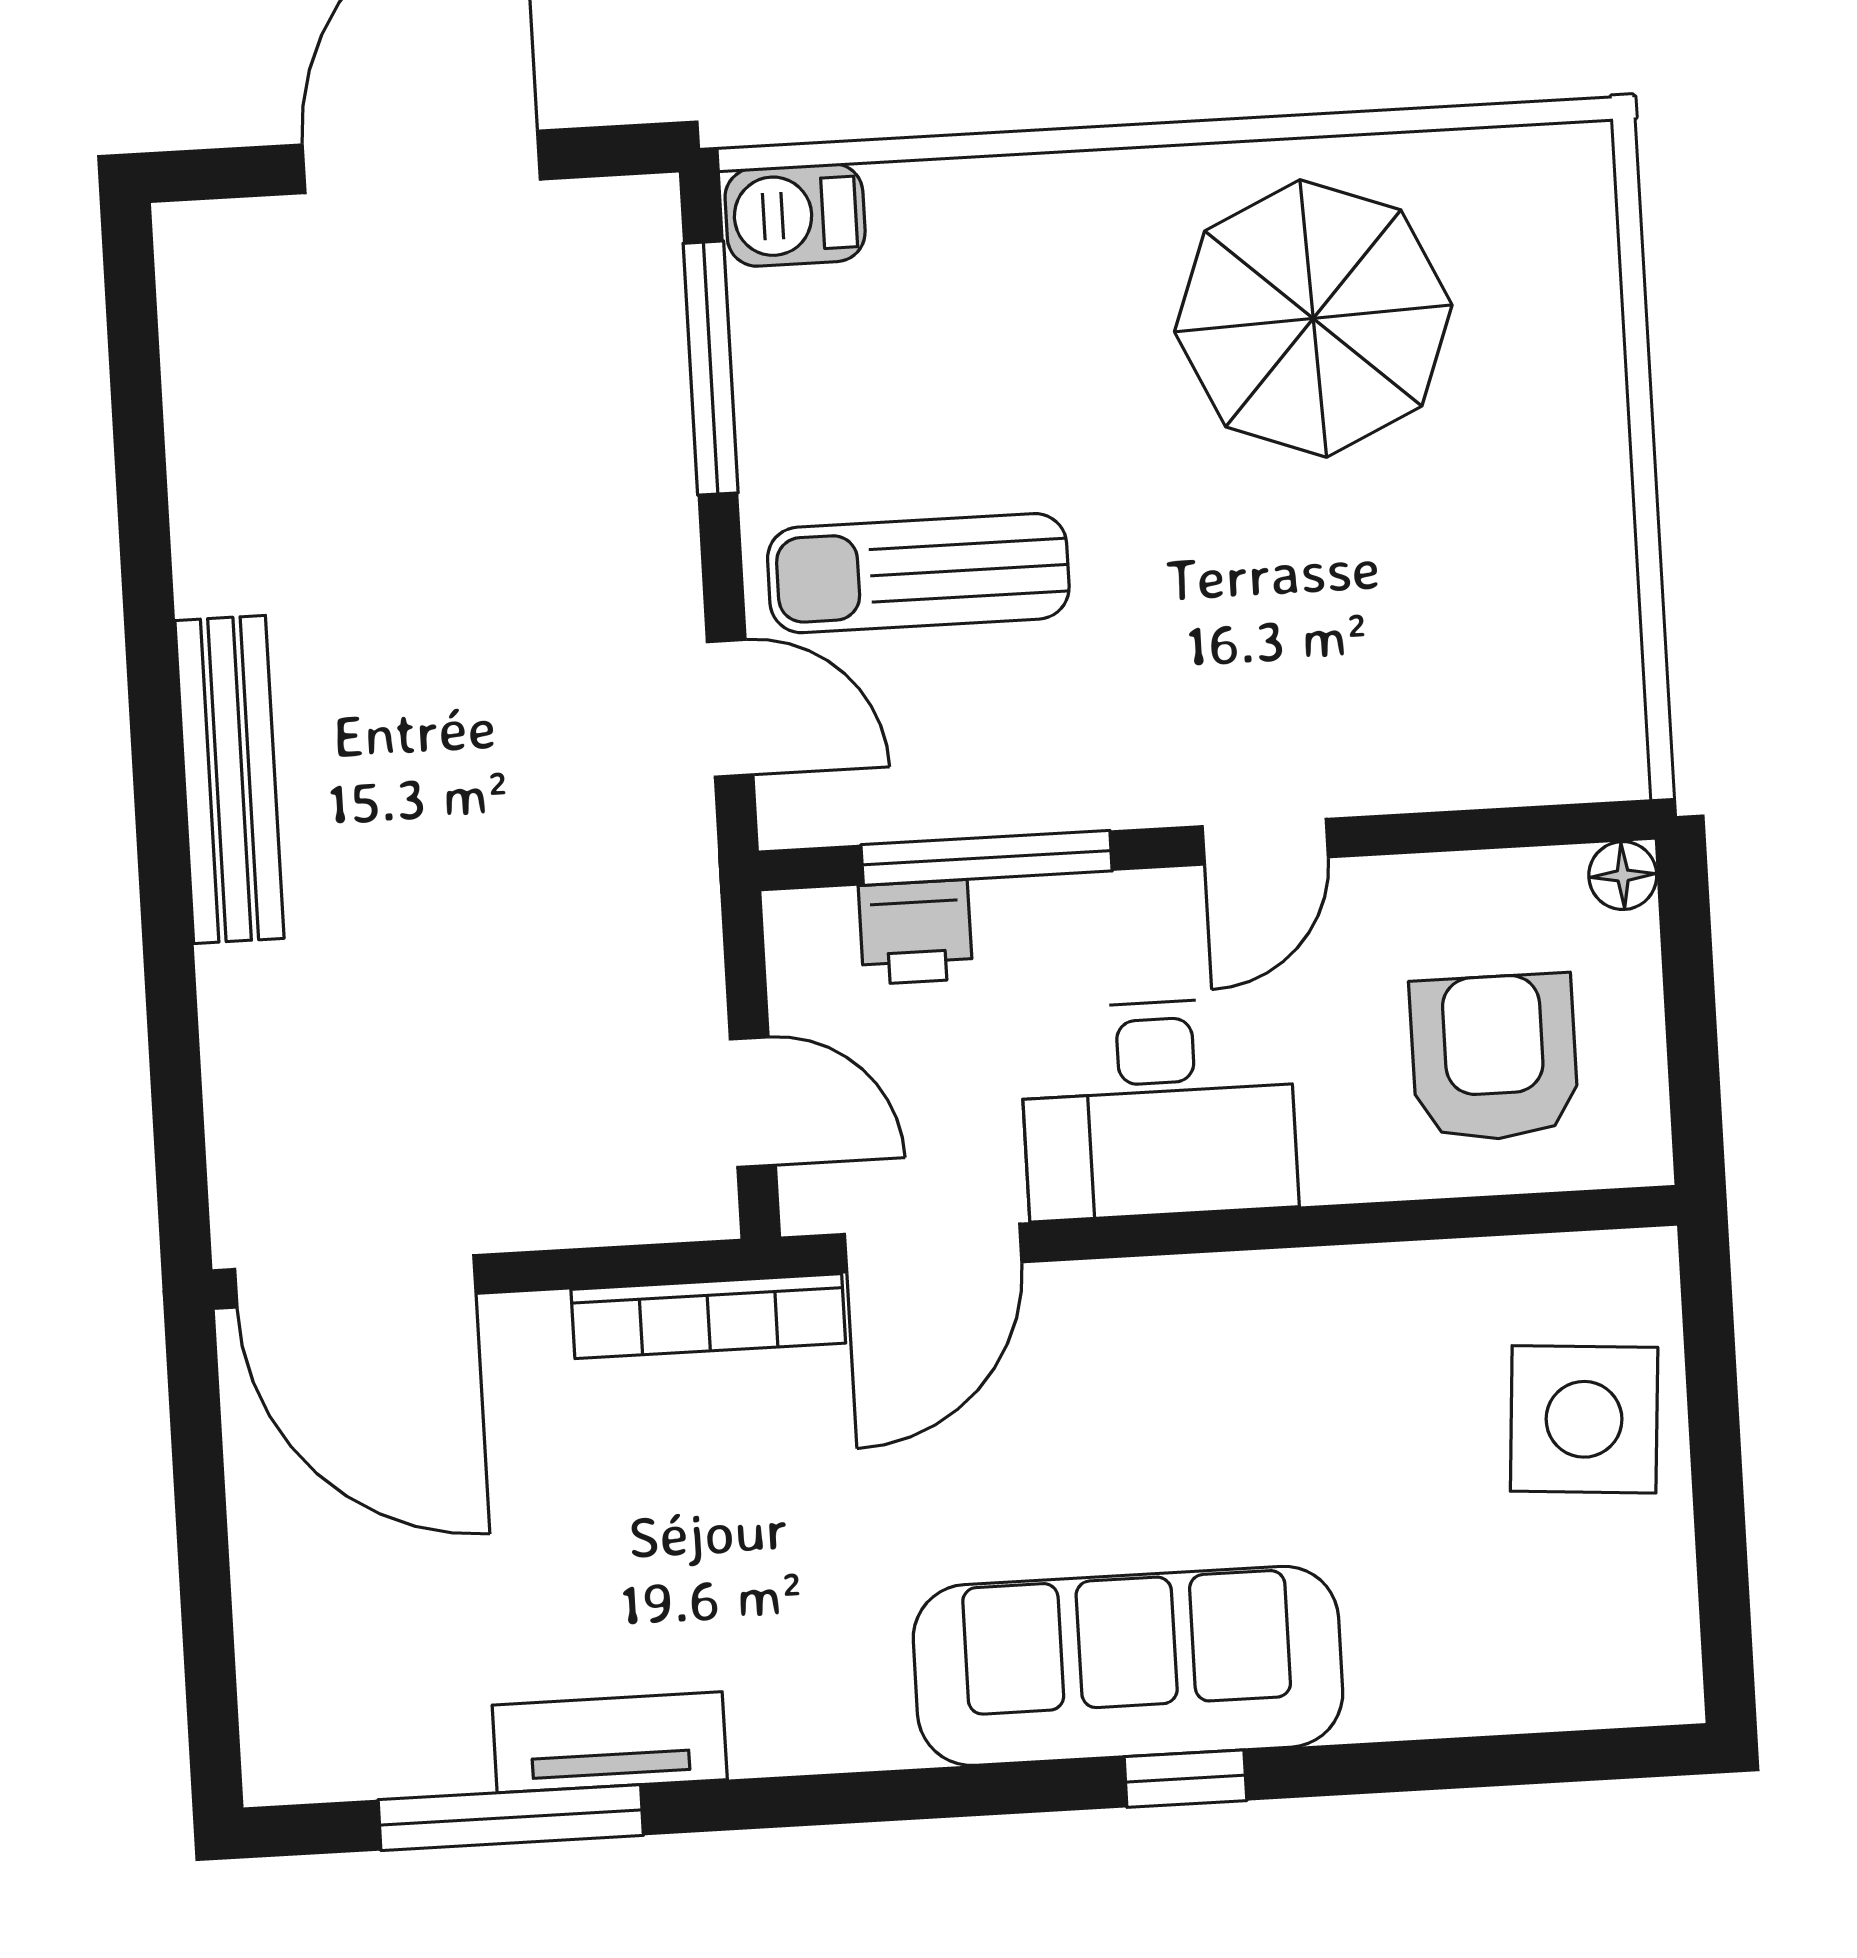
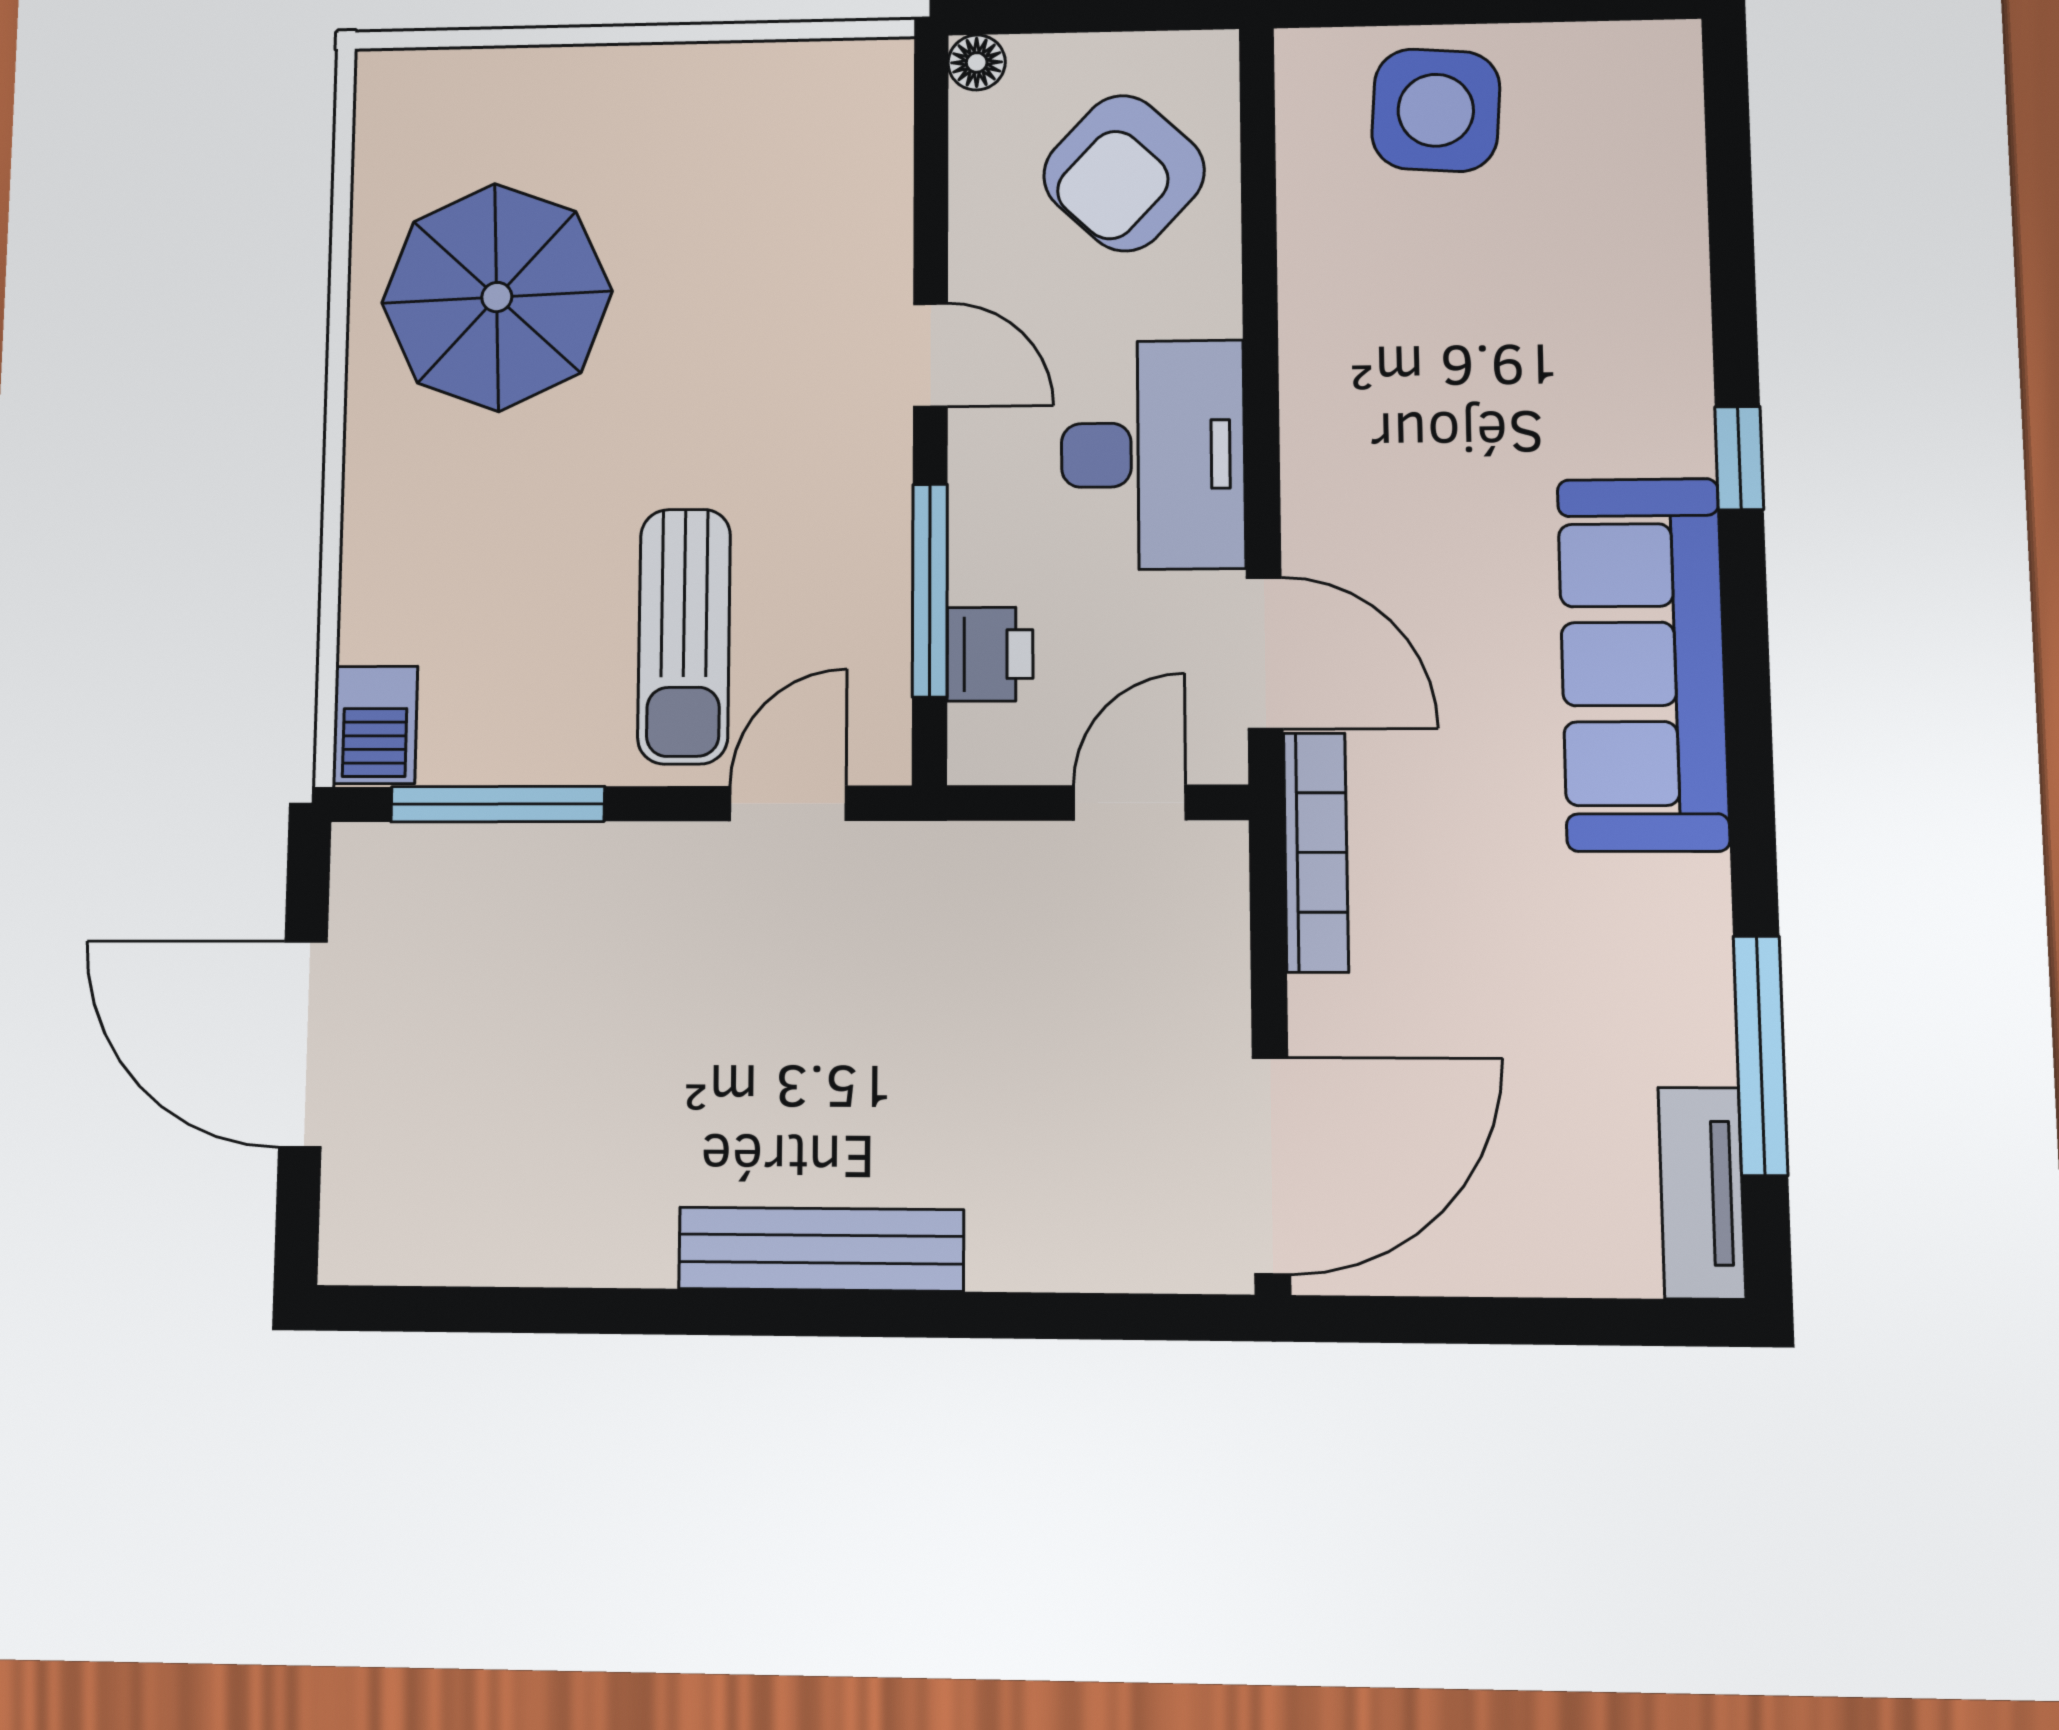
armchair: (1494, 1058) -> (1124, 173), turned -47
sofa: (1128, 1666) -> (1643, 664), moved
tv unit: (610, 1742) -> (1702, 1193), moved

